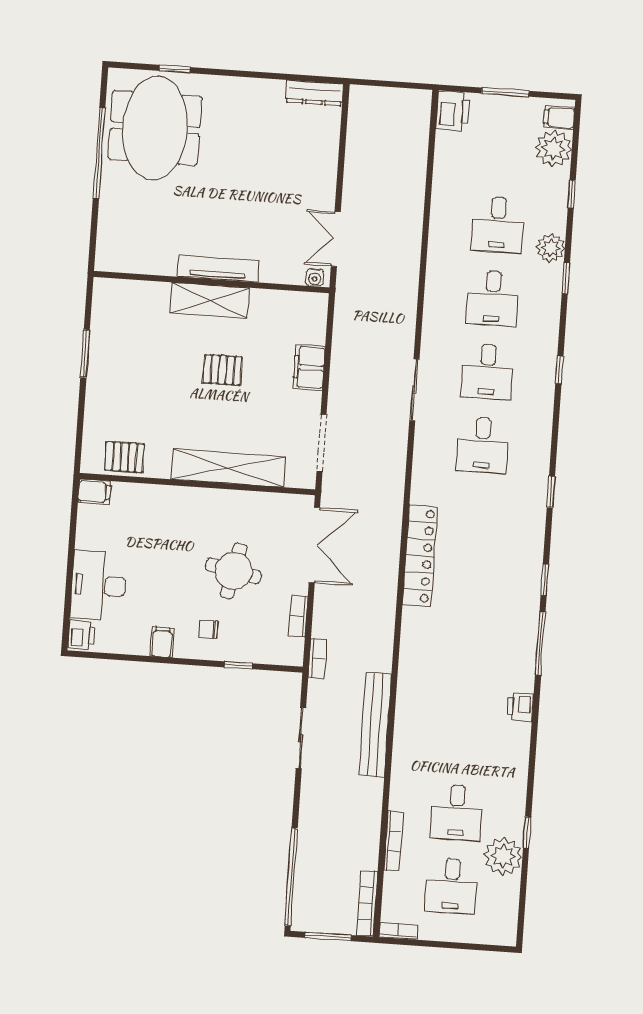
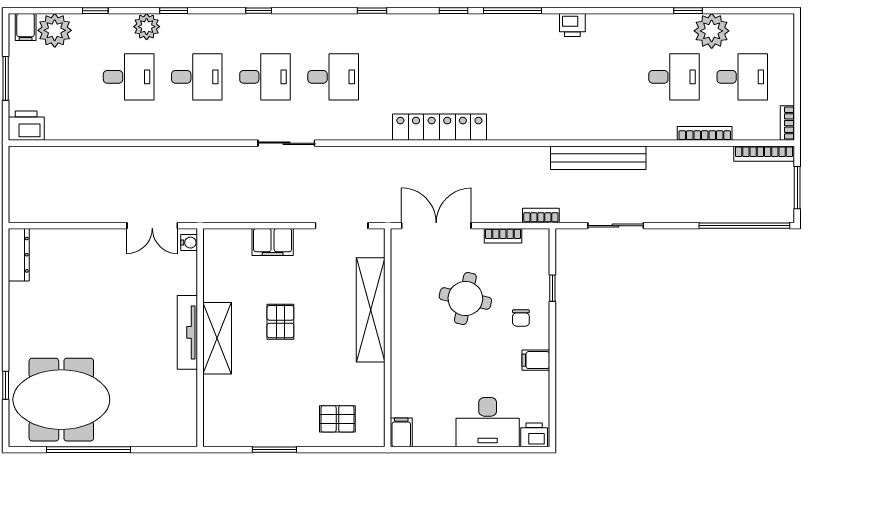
pallet: (125, 457) -> (337, 419), moved, turned 90

